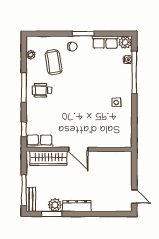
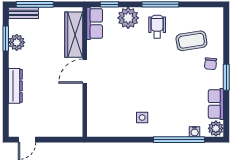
plant: (31, 55) -> (128, 18), moved, width x1.88, depth x1.88
dresser: (77, 206) -> (15, 86), moved

